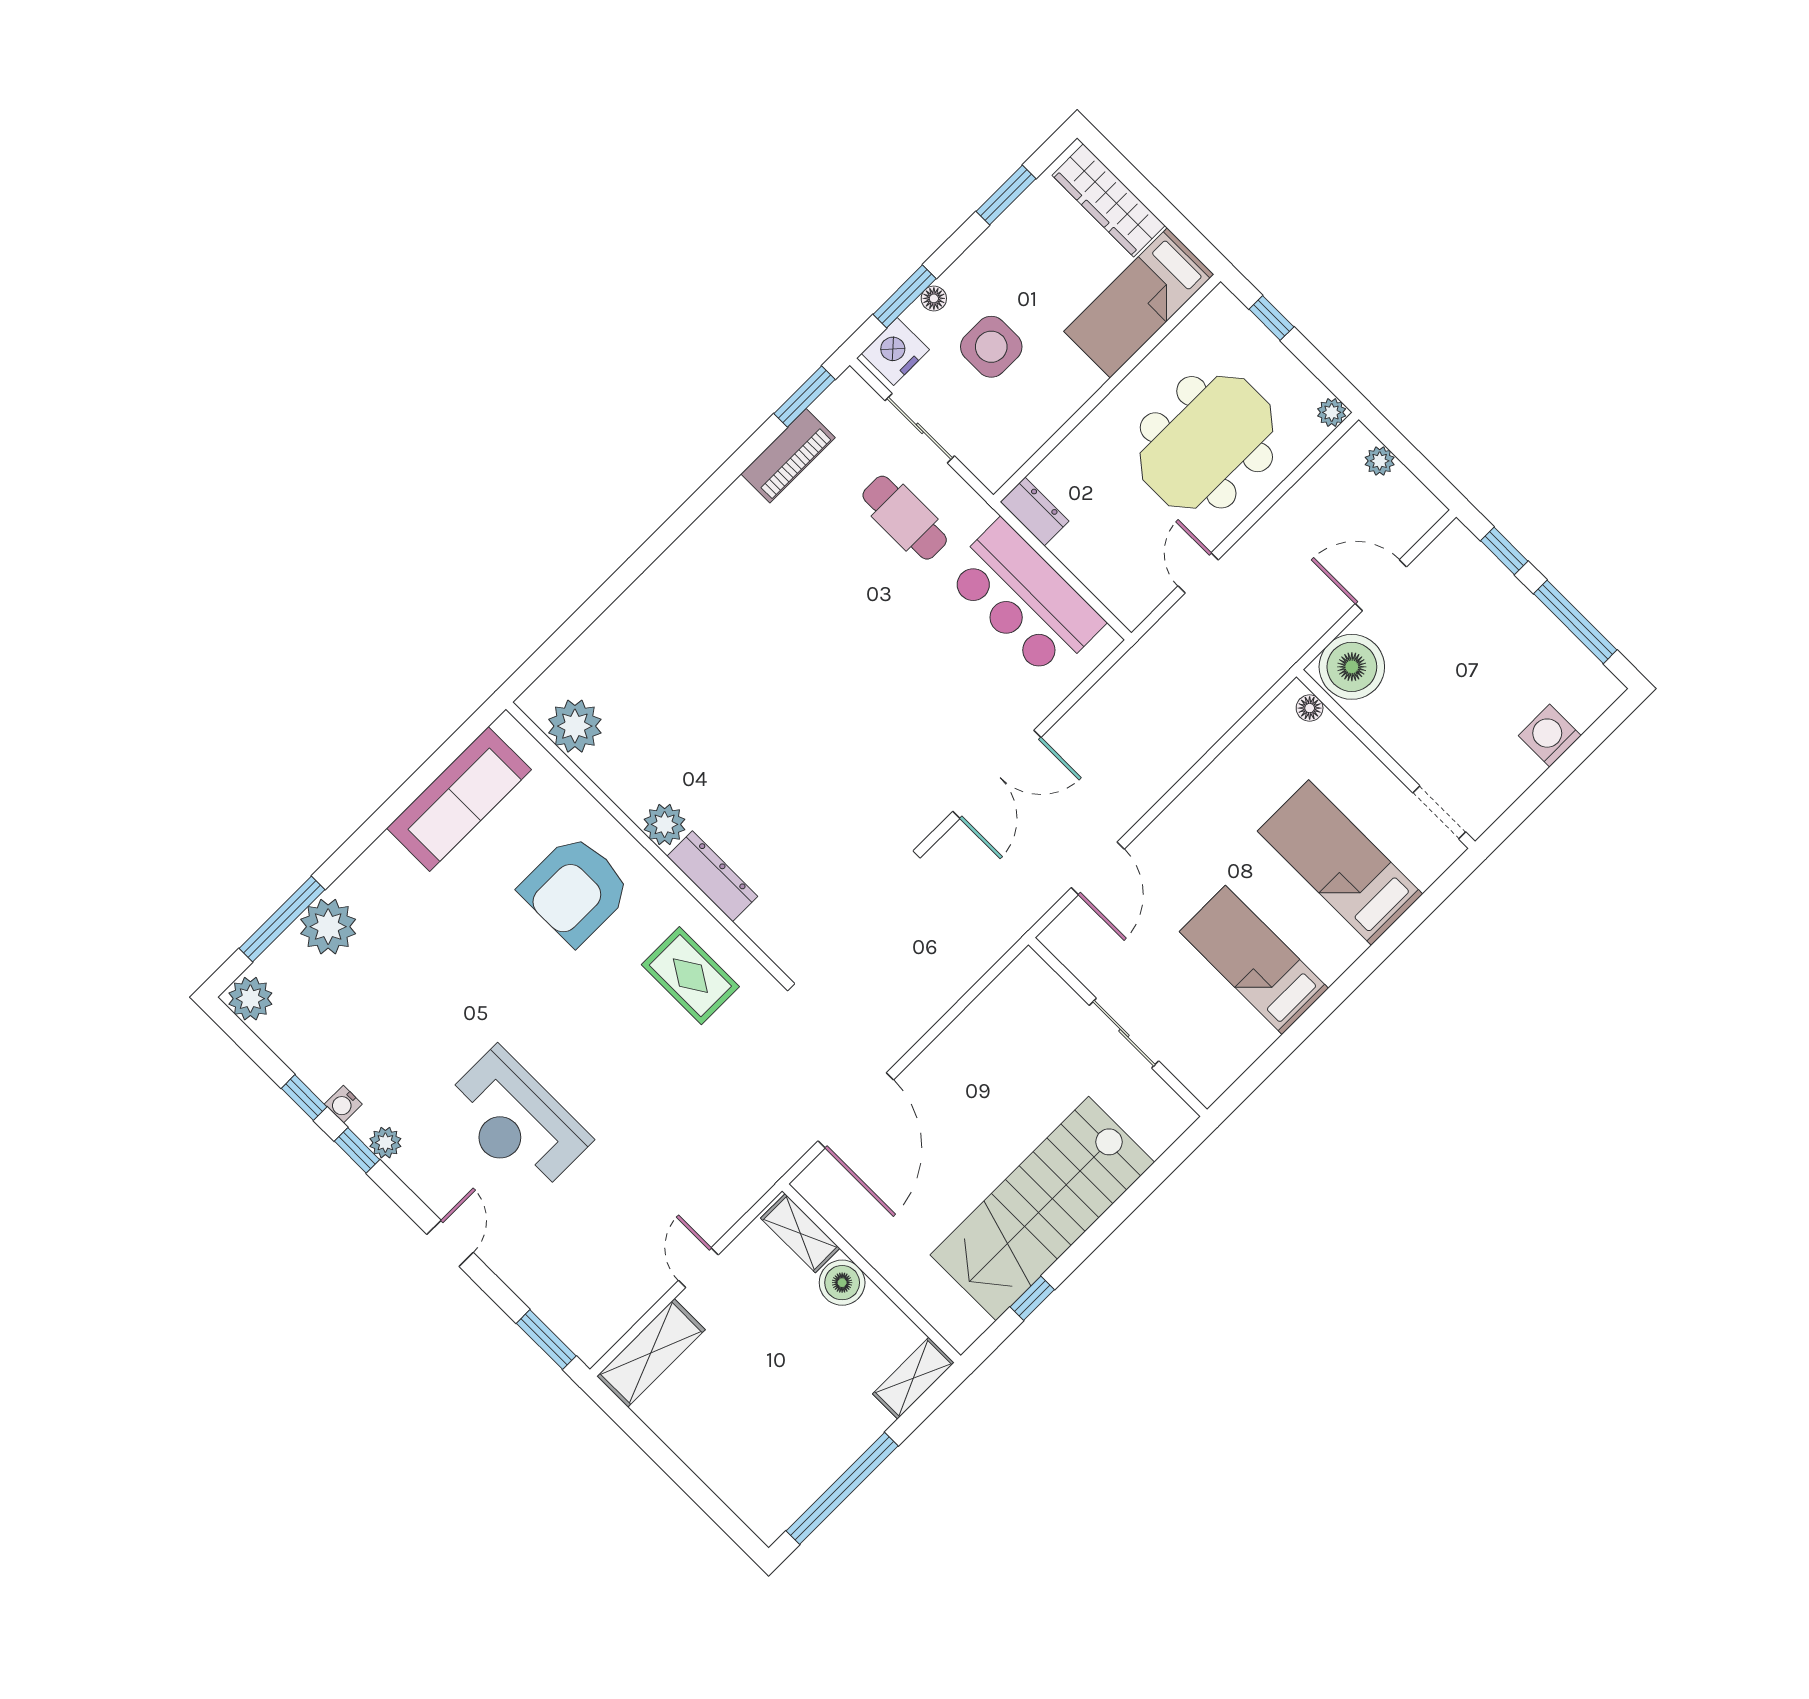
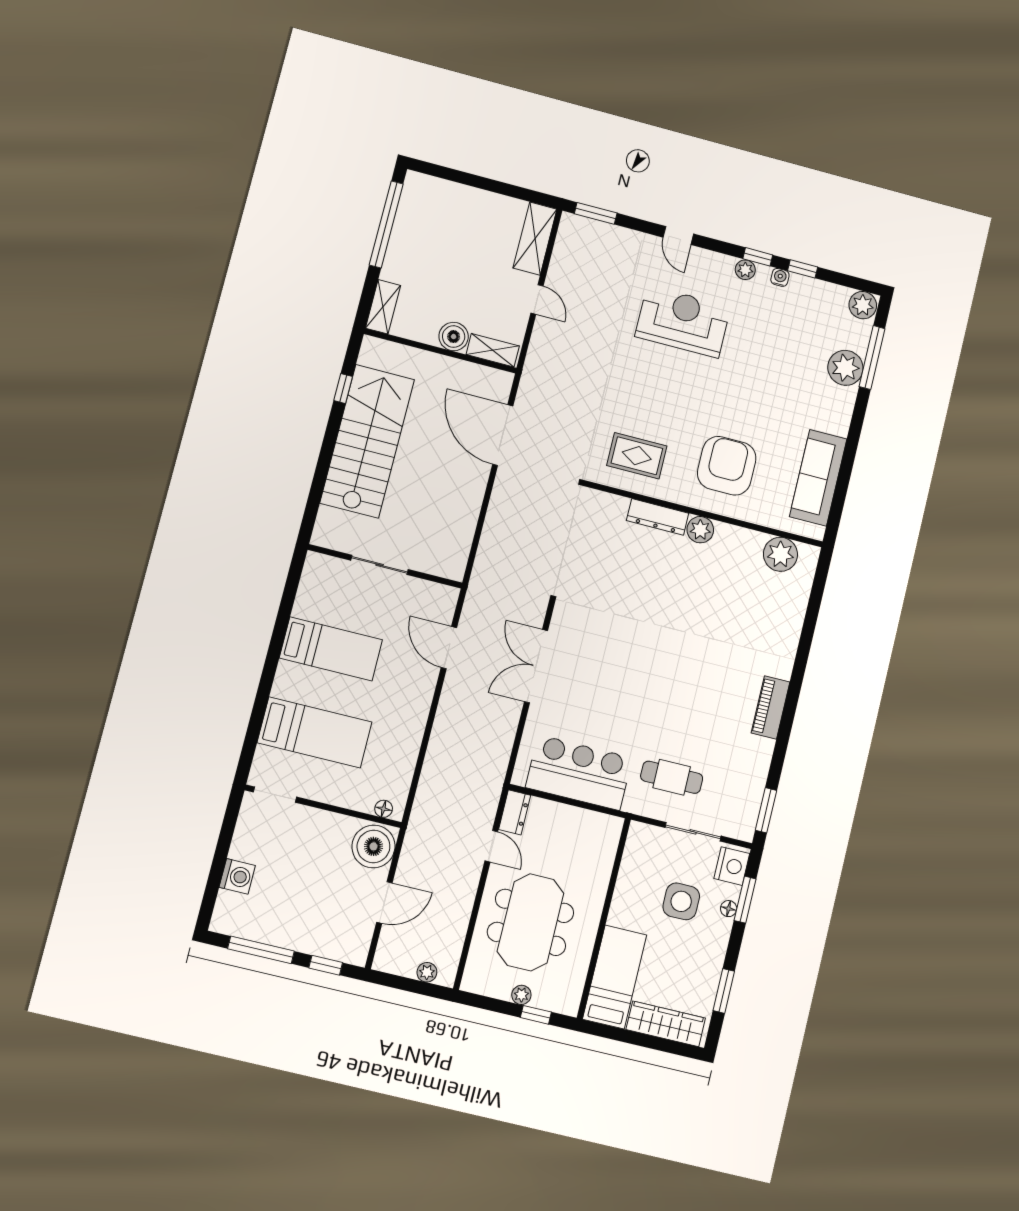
plant: (1332, 412) -> (521, 995), moved
piano: (788, 456) -> (770, 708), moved
dresser: (1034, 511) -> (515, 812), moved, turned -90

